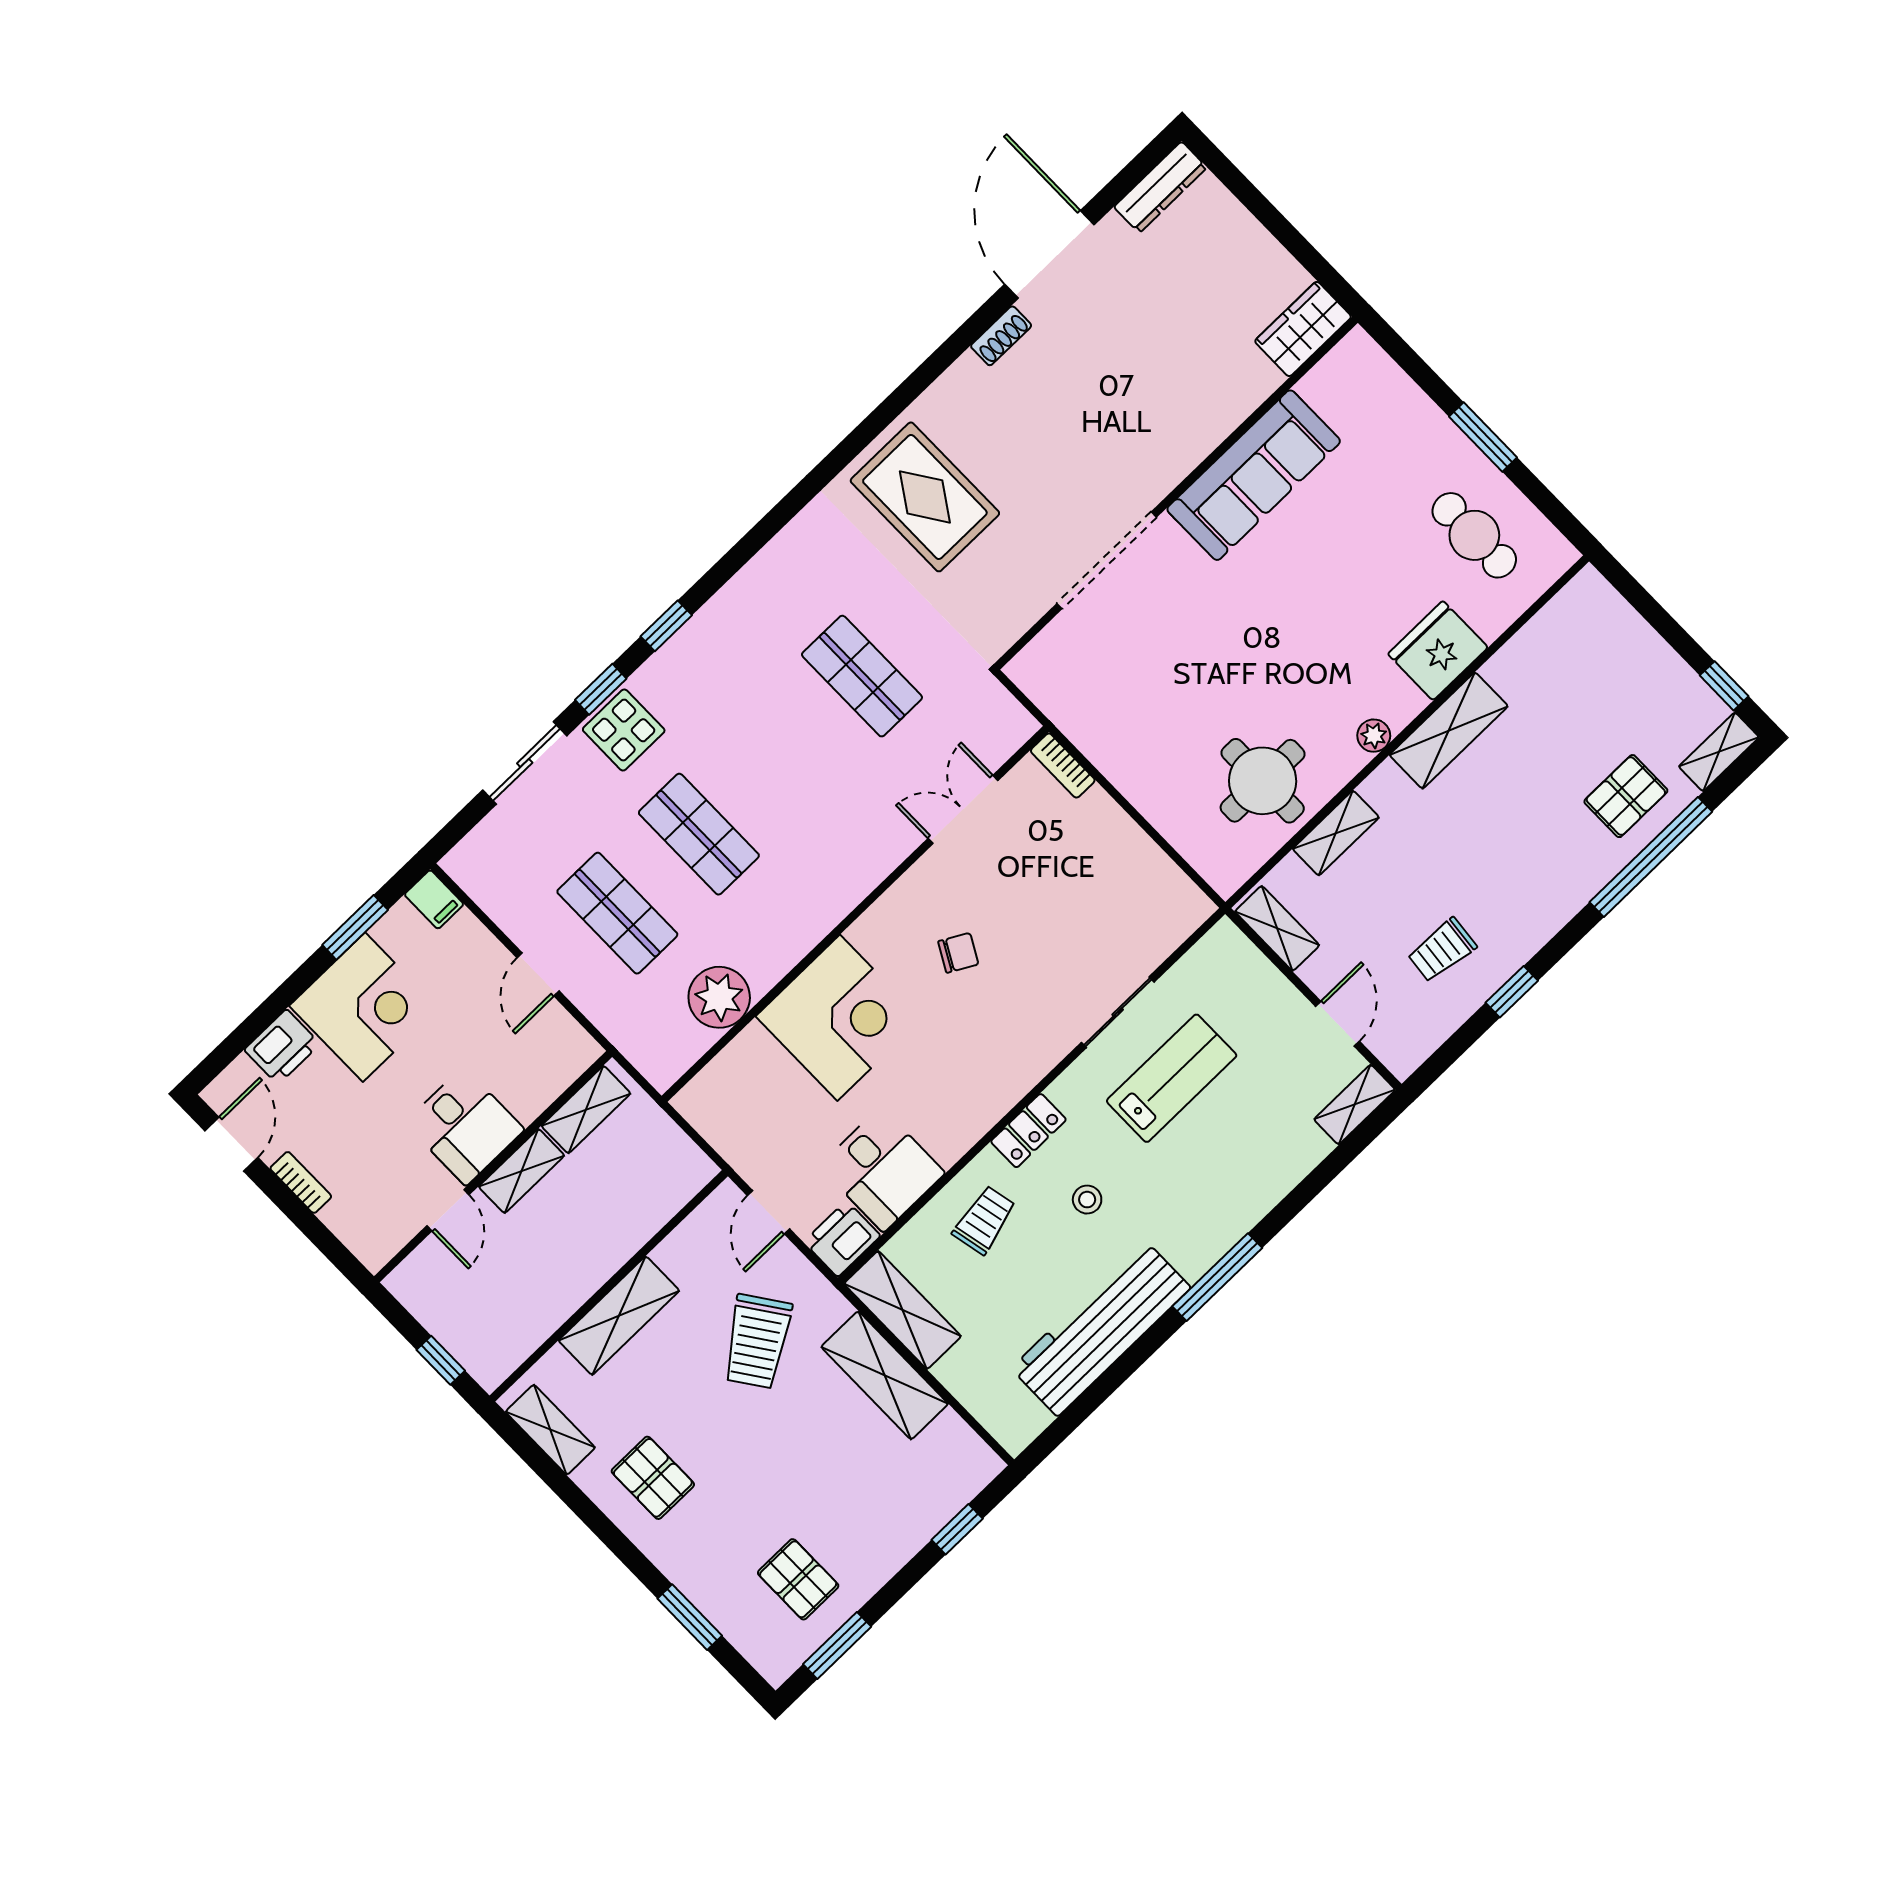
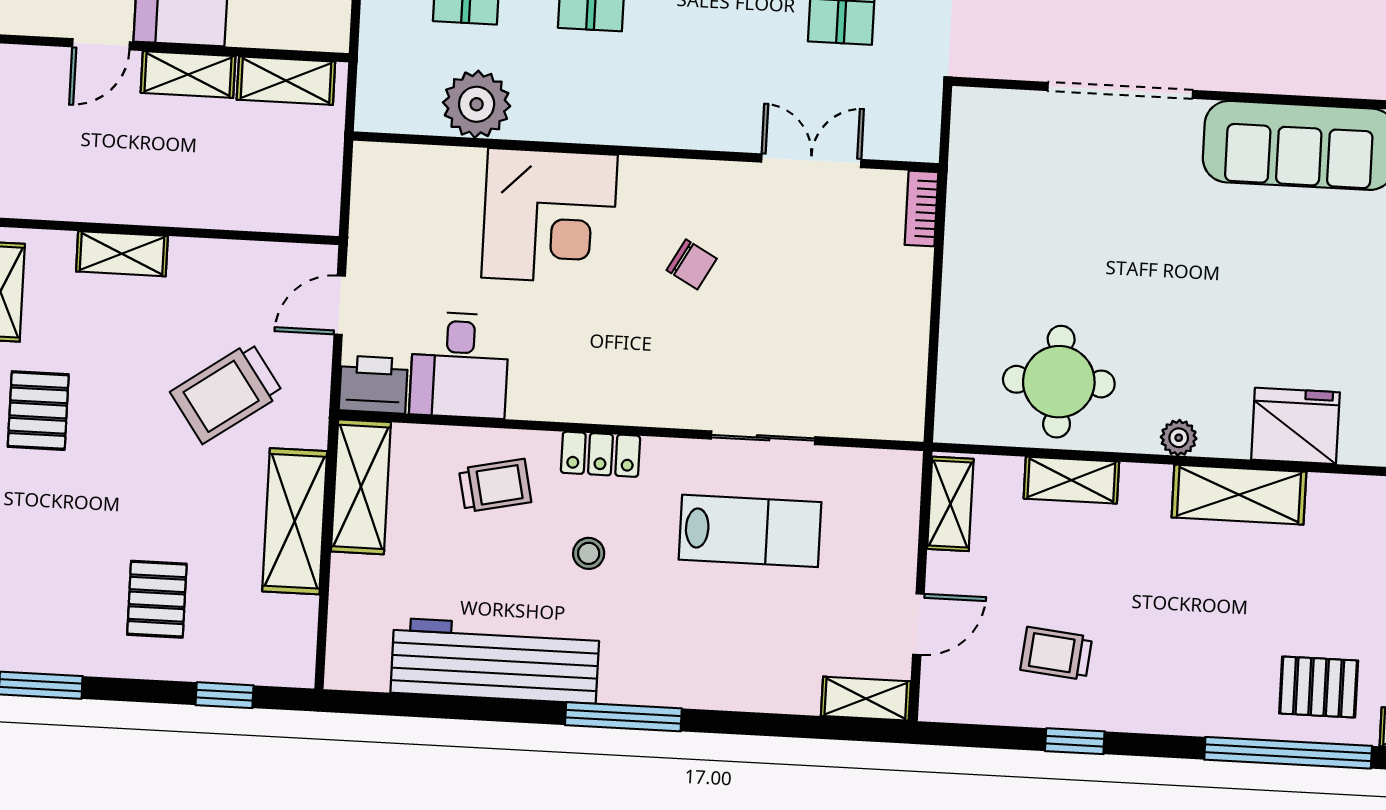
shelving: (619, 1316) -> (122, 254), width x0.67, depth x0.75
pallet: (798, 1579) -> (157, 599), moved

